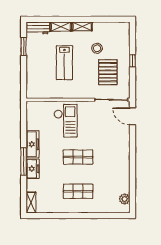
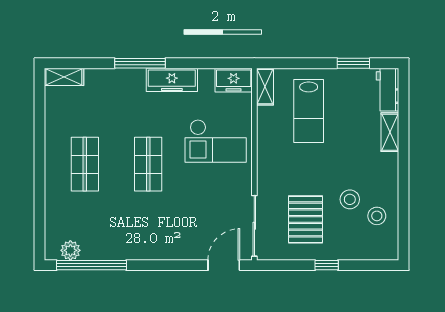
shelving: (82, 26) -> (265, 87), moved
stool: (106, 34) -> (377, 216), added
lab bench: (64, 63) -> (309, 111), moved, turned -90
pallet: (108, 72) -> (305, 219), turned 90
freezer: (33, 169) -> (234, 80), moved
window: (132, 188) -> (91, 265), added

